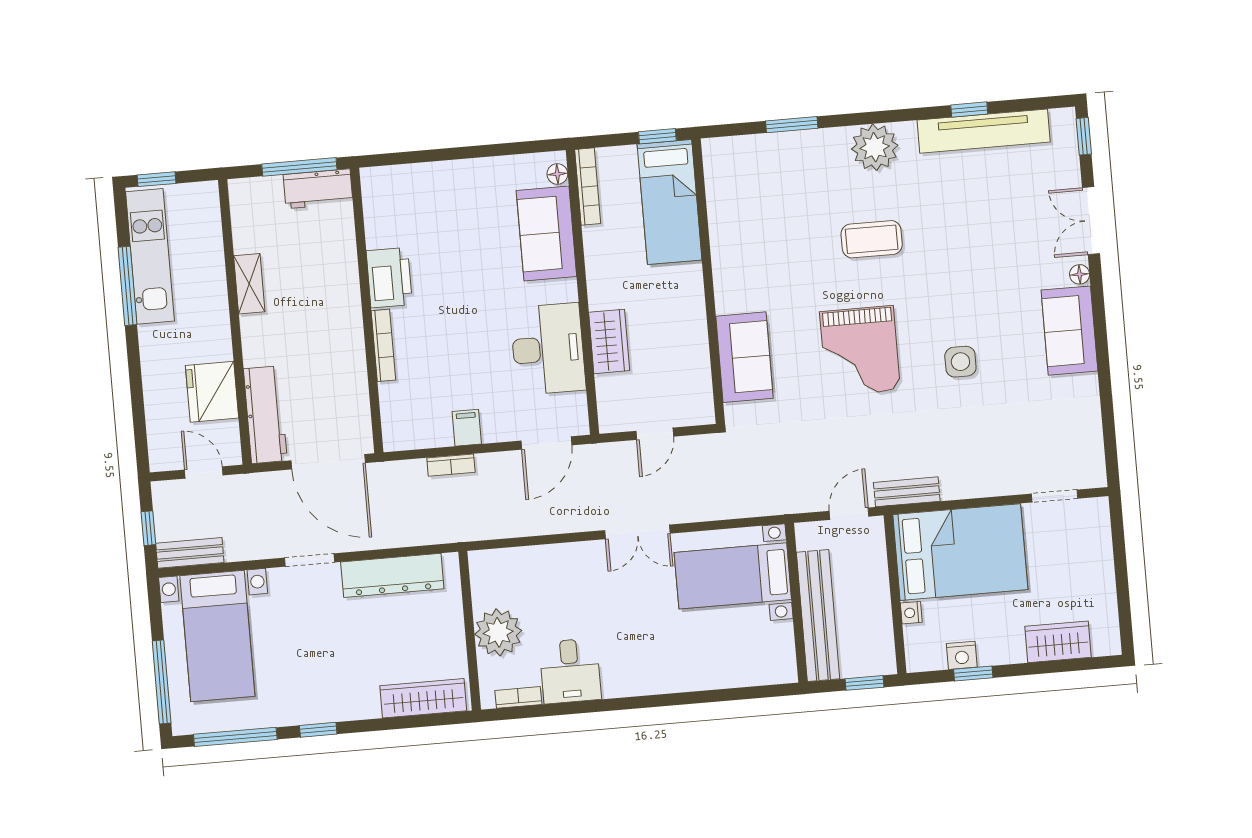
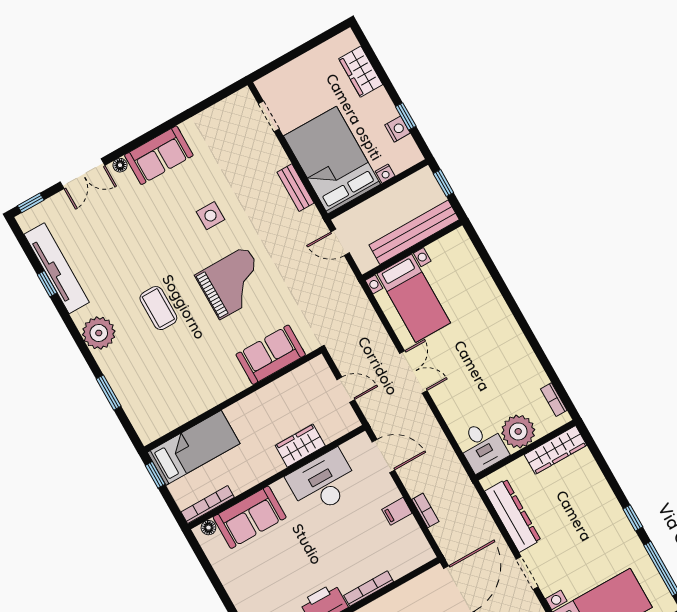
bench: (907, 492) -> (295, 188), moved
desk: (570, 671) -> (482, 446), moved, turned 90
wardrobe: (423, 698) -> (556, 450), moved, turned -90

